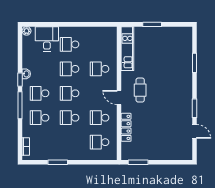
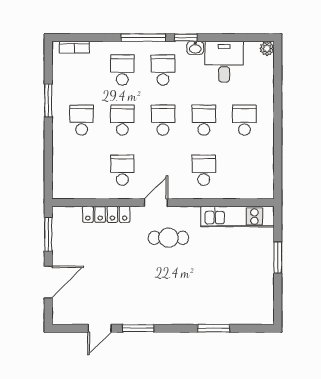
desk: (47, 39) -> (224, 62), moved, turned -90
school desk: (100, 142) -> (82, 120), moved
door: (167, 162) -> (48, 282), added

